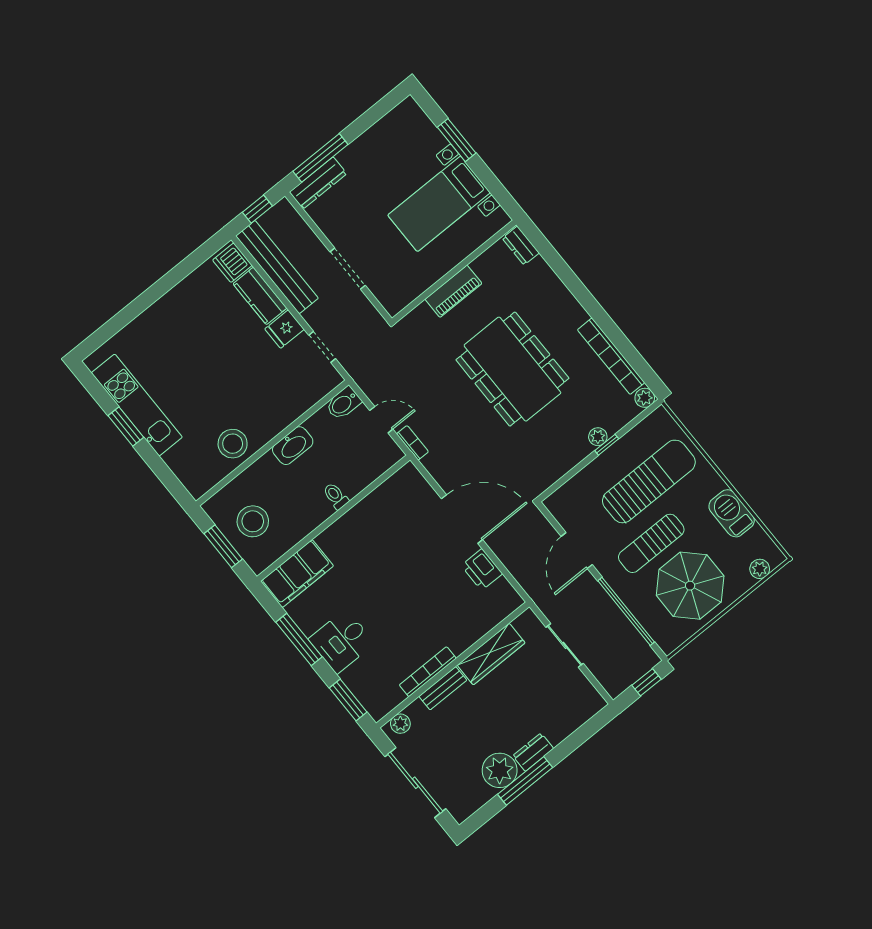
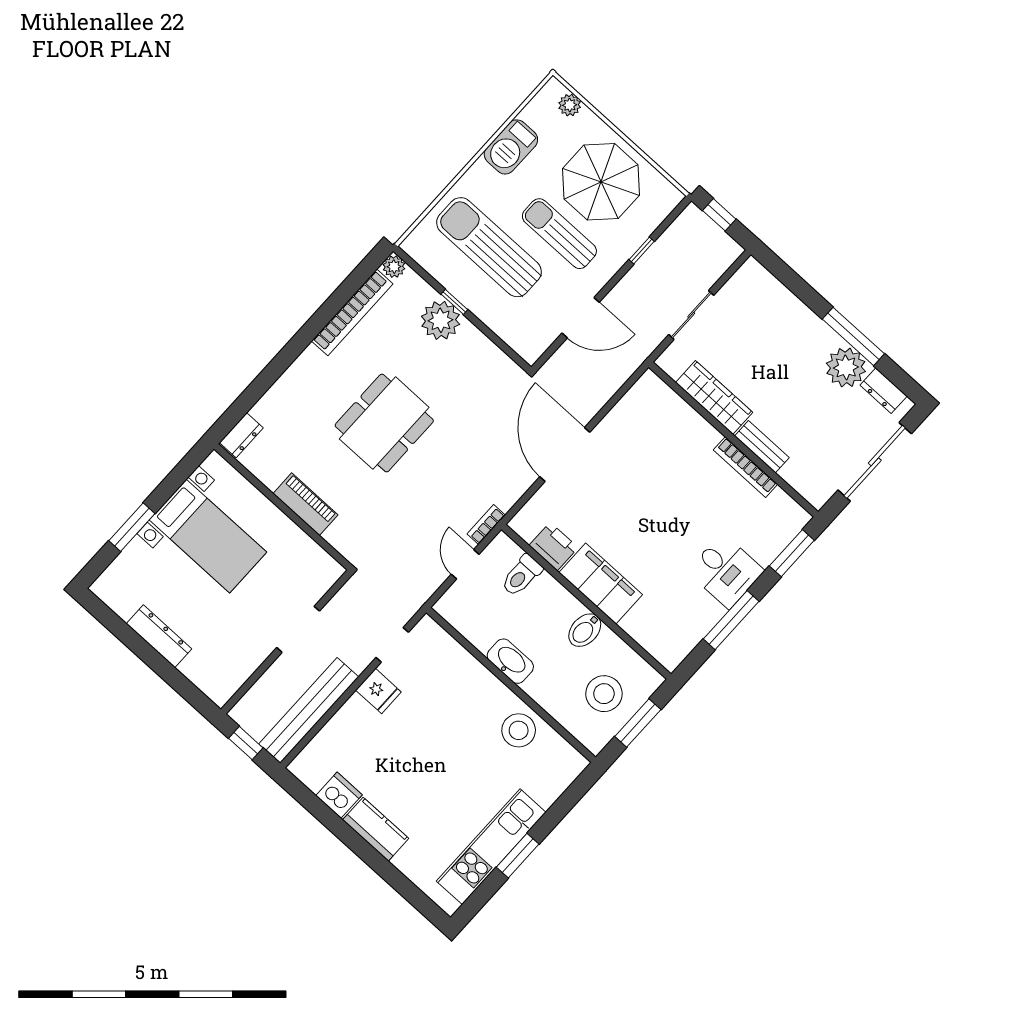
window: (320, 158) -> (176, 680), removed
dresser: (318, 183) -> (159, 636), moved
dishwasher: (232, 263) -> (339, 795), moved, turned -90
kitchen counter: (260, 296) -> (376, 829), moved, turned -90
dining table: (512, 369) -> (384, 423), width x0.73, depth x0.80
bidet: (343, 403) -> (585, 630), moved, turned 90
plant: (598, 437) -> (441, 320), width x1.88, depth x1.88
toilet: (336, 496) -> (522, 575), moved, width x1.37, depth x1.39
sun lounger: (651, 543) -> (559, 234), turned 180
printer: (482, 570) -> (554, 546), moved, turned -90
filing cabinet: (297, 574) -> (601, 584), moved
window: (626, 611) -> (642, 250), width x0.32
plant: (400, 724) -> (810, 489), removed
dresser: (533, 752) -> (884, 391), moved

